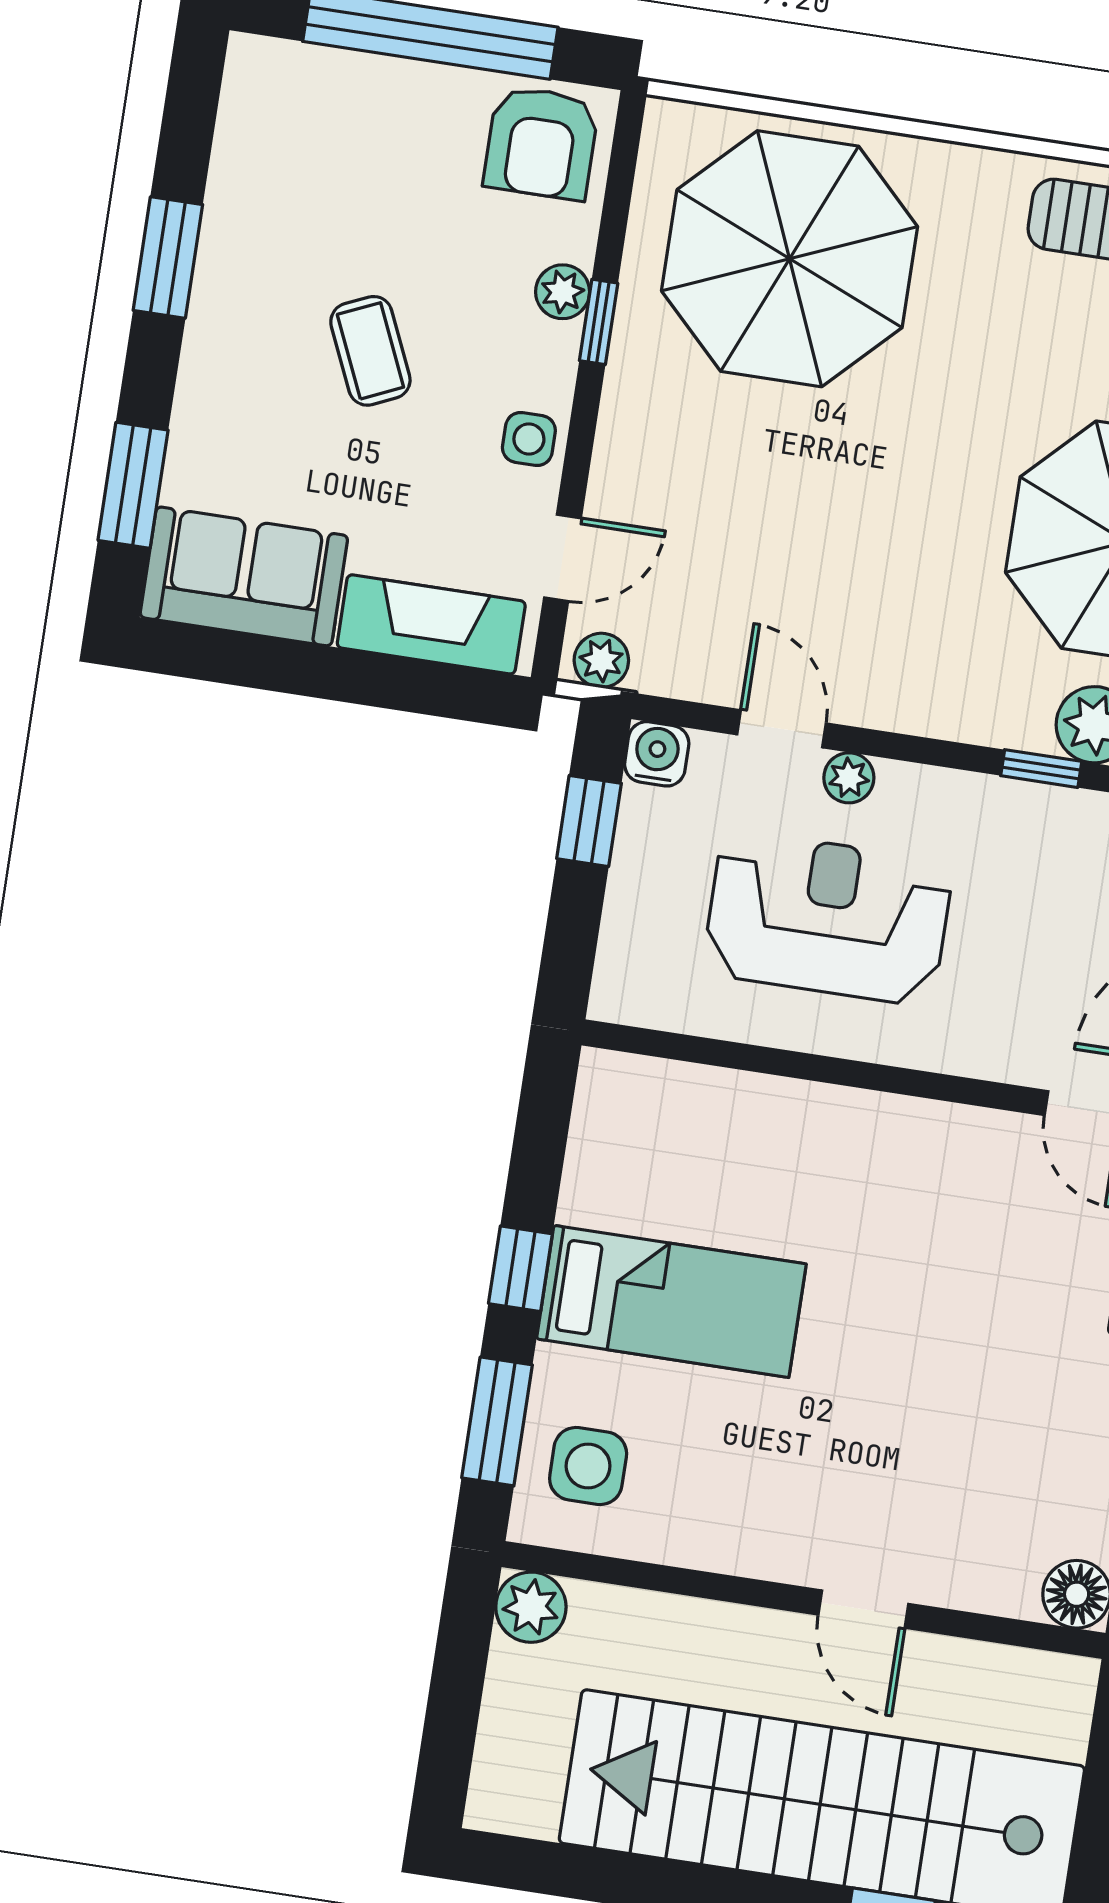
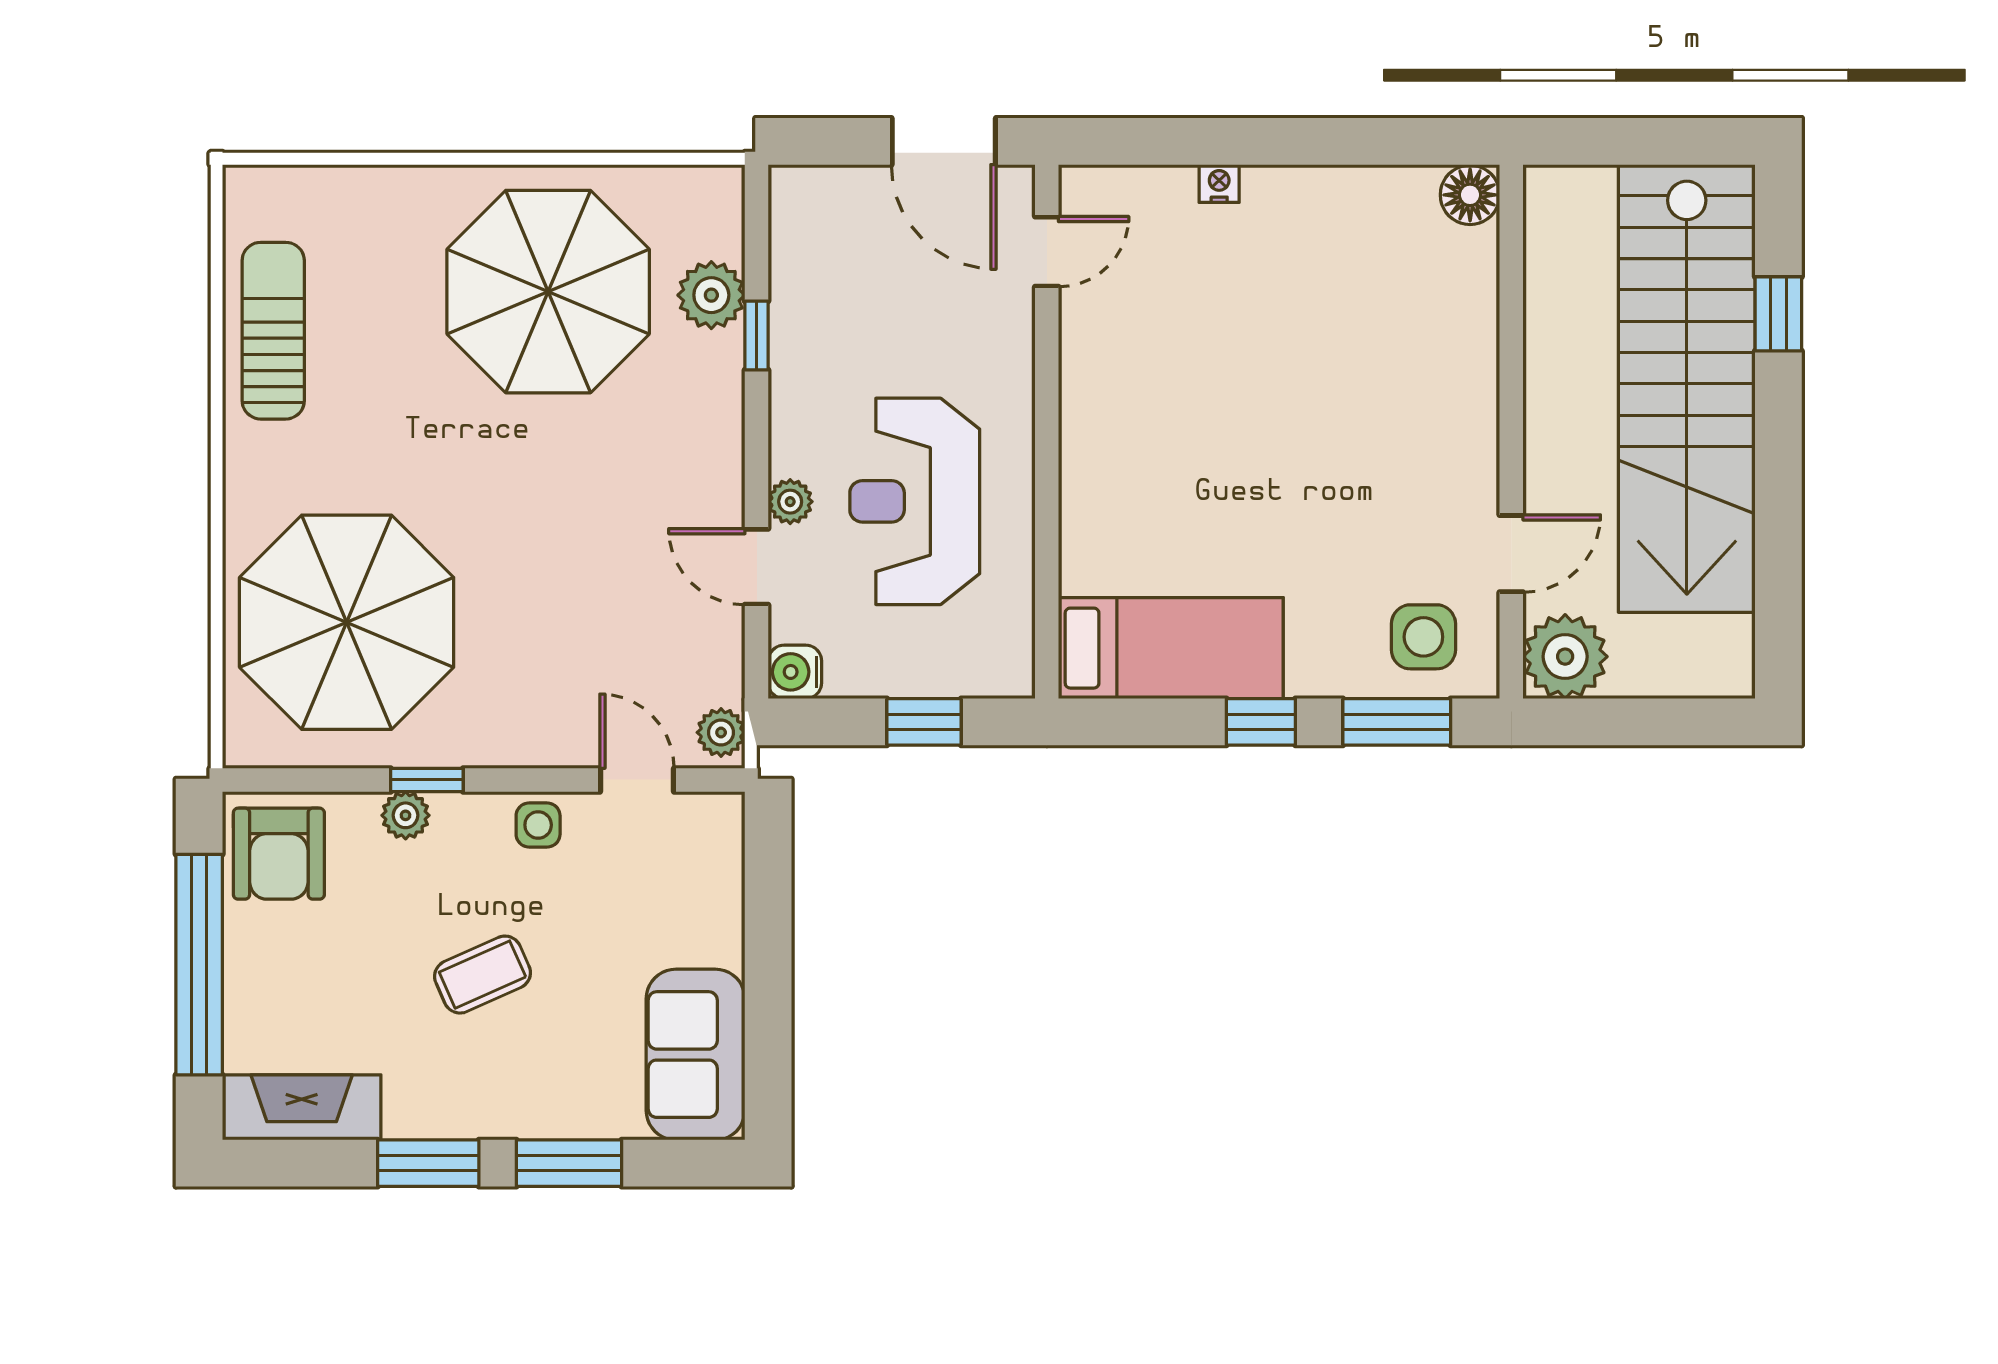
armchair: (541, 143) -> (279, 854), turned 90
window: (133, 485) -> (569, 1163), moved
fireplace: (431, 624) -> (302, 1107), moved, turned 90
door: (781, 729) -> (757, 567), hinge flipped
window: (589, 821) -> (924, 722), moved
bed: (671, 1301) -> (1171, 648), moved, turned 90
plant: (531, 1607) -> (1565, 657), width x1.36, depth x1.36
door: (863, 1609) -> (1511, 554), moved

